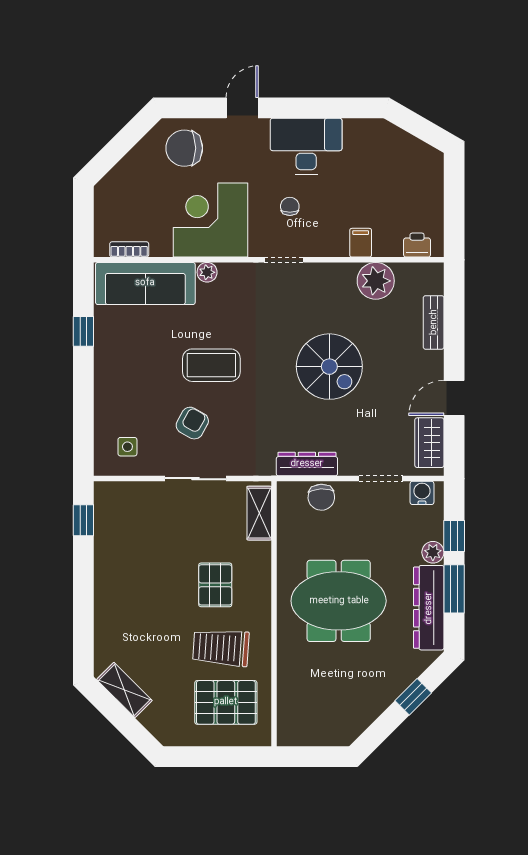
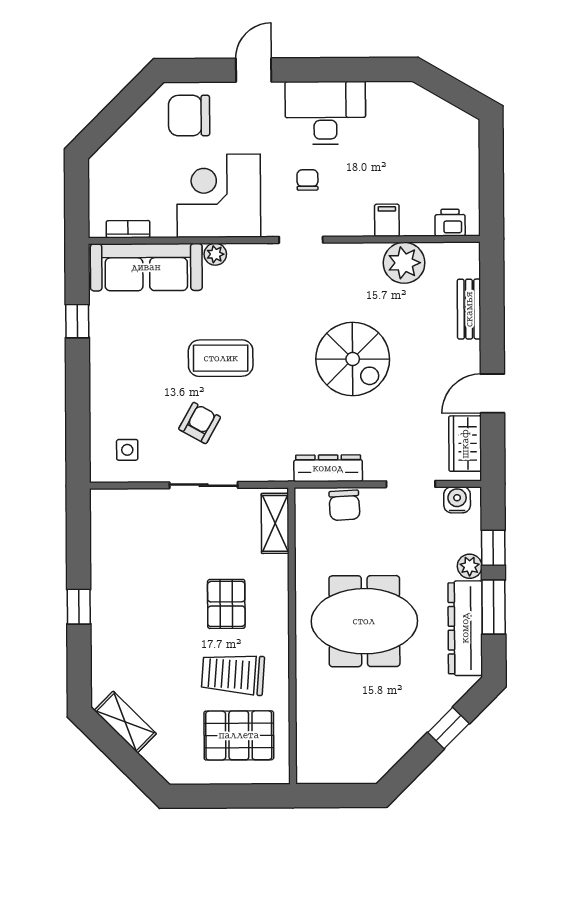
window: (83, 520) -> (79, 607), moved

